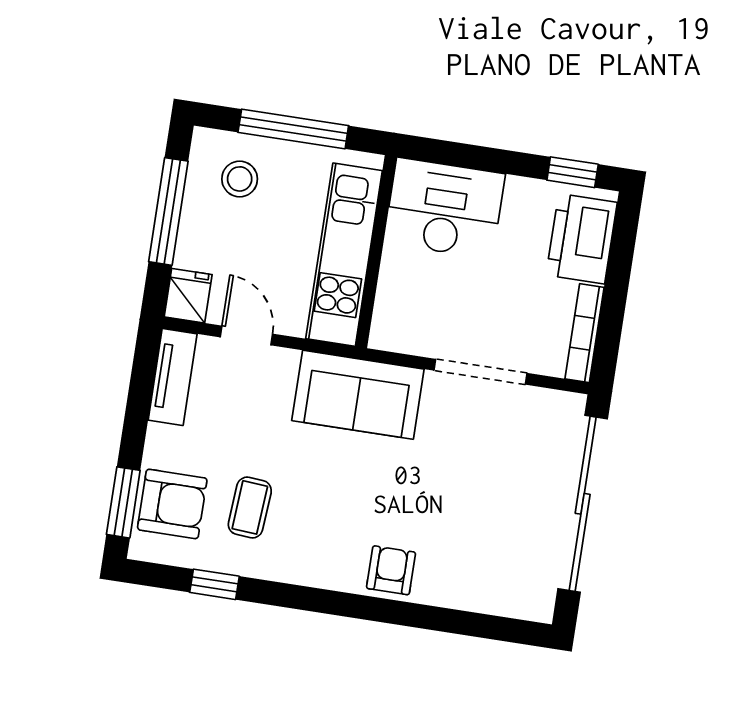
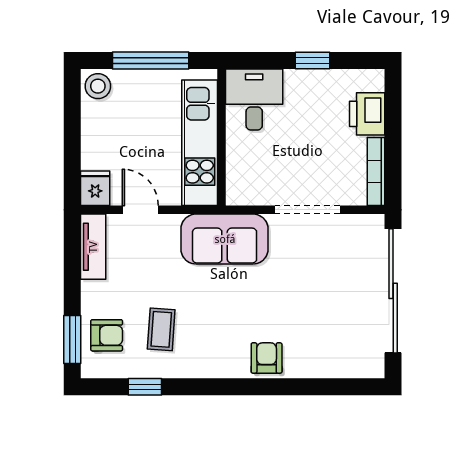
window: (573, 172) -> (312, 61), moved
stool: (240, 179) -> (98, 86), moved
desk: (444, 208) -> (254, 100), width x0.73
window: (168, 211) -> (72, 132), removed
printer: (582, 239) -> (367, 114), width x0.73, depth x0.84
armchair: (172, 504) -> (107, 335), width x0.72, depth x0.72

